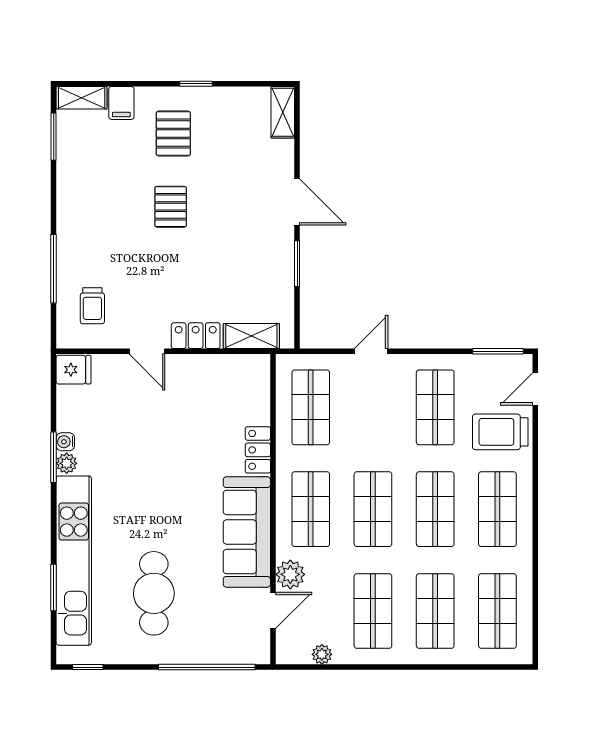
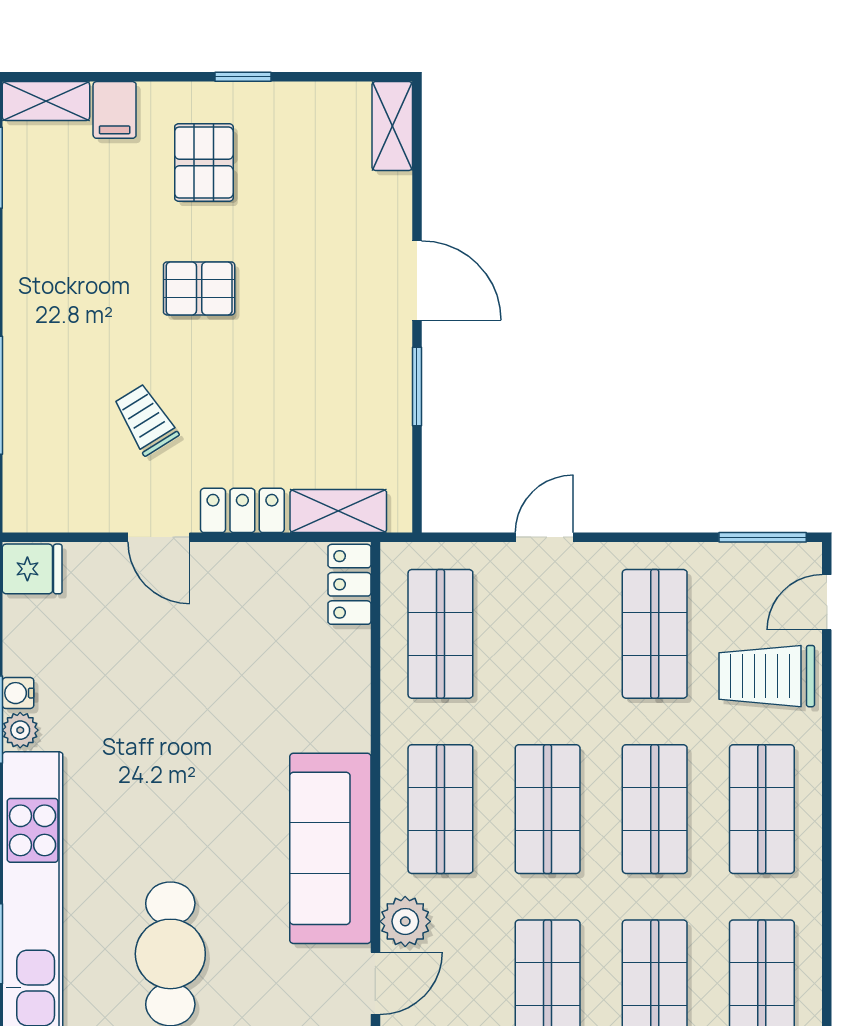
pallet: (171, 207) -> (199, 288), turned 90
trolley: (92, 306) -> (146, 420), moved, turned 148
locker: (258, 450) -> (349, 584), moved

